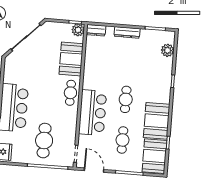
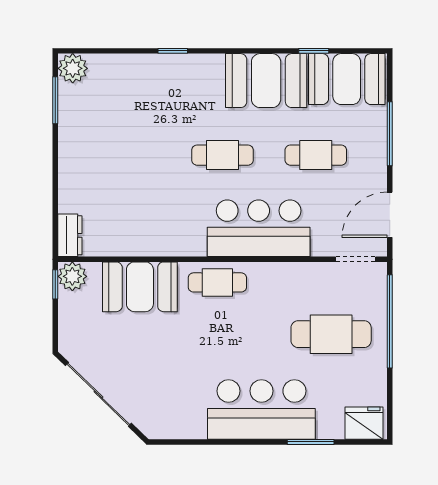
dresser: (127, 32) -> (69, 164), removed
plant: (168, 50) -> (73, 68), moved

